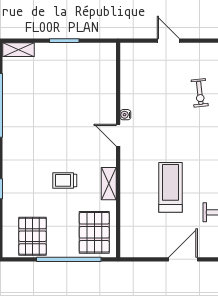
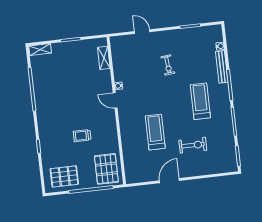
shelving: (109, 184) -> (104, 58), moved
pallet: (33, 236) -> (64, 176), turned 90

